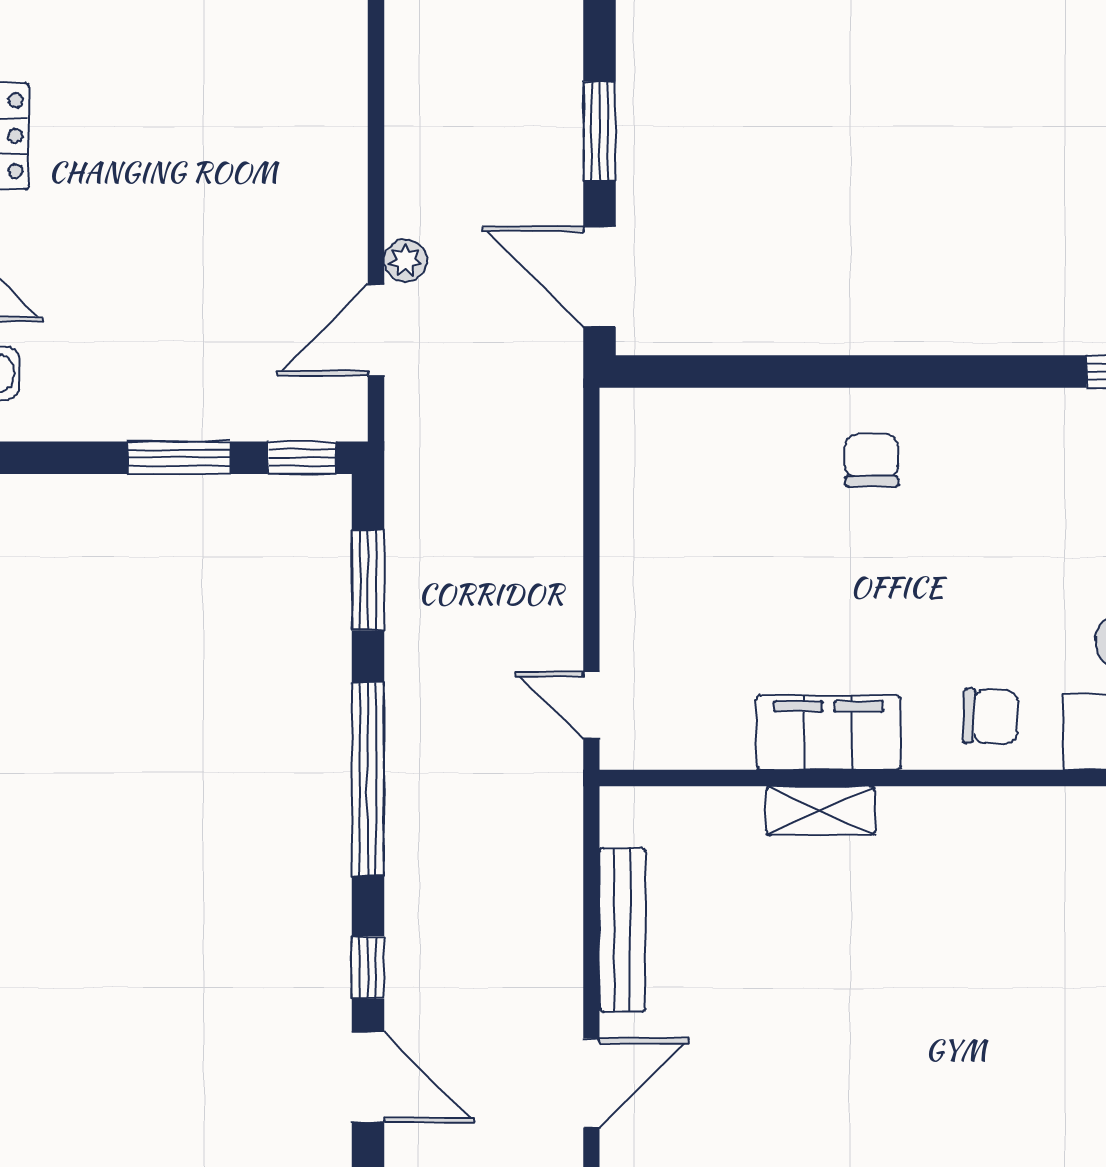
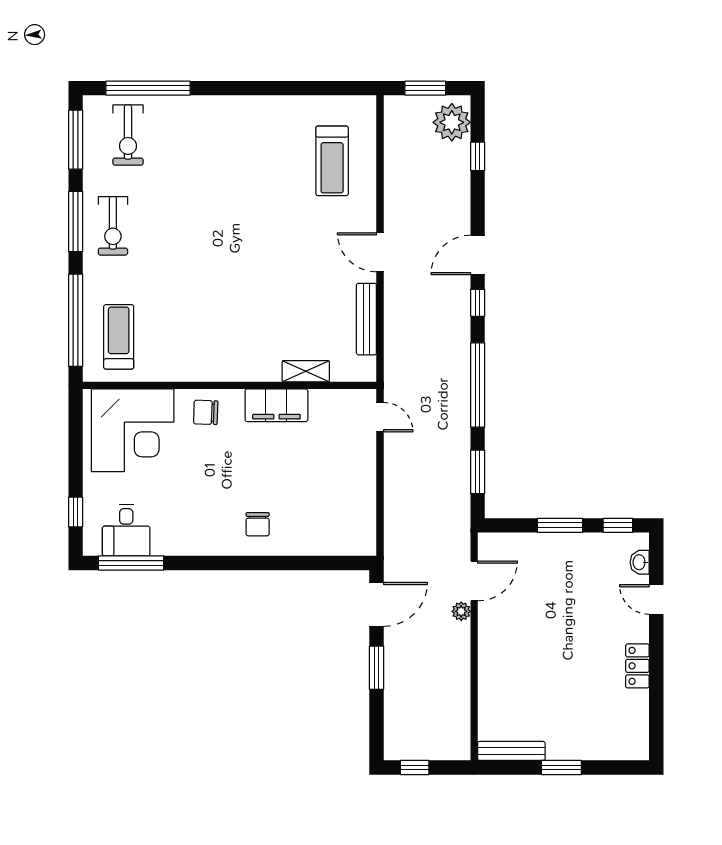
door: (599, 277) -> (376, 604), hinge flipped
window: (302, 458) -> (618, 525), moved
shelving: (821, 811) -> (306, 371), moved
door: (368, 1077) -> (478, 255), hinge flipped
door: (591, 1083) -> (380, 252), hinge flipped

